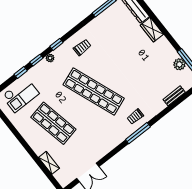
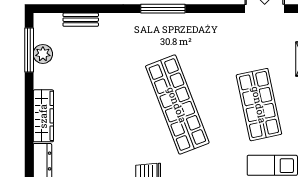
wardrobe: (152, 30) -> (43, 116), width x1.50
trolley: (135, 117) -> (150, 32), removed

